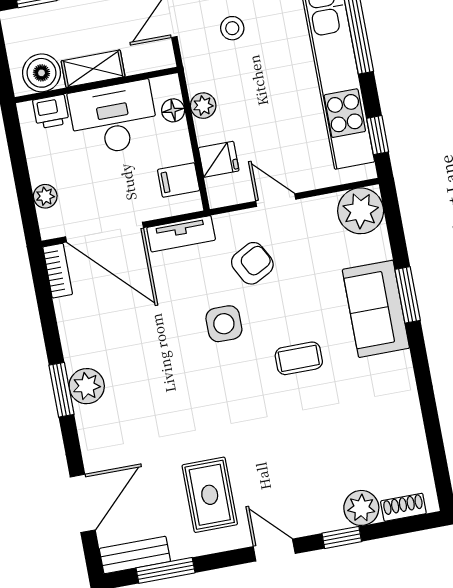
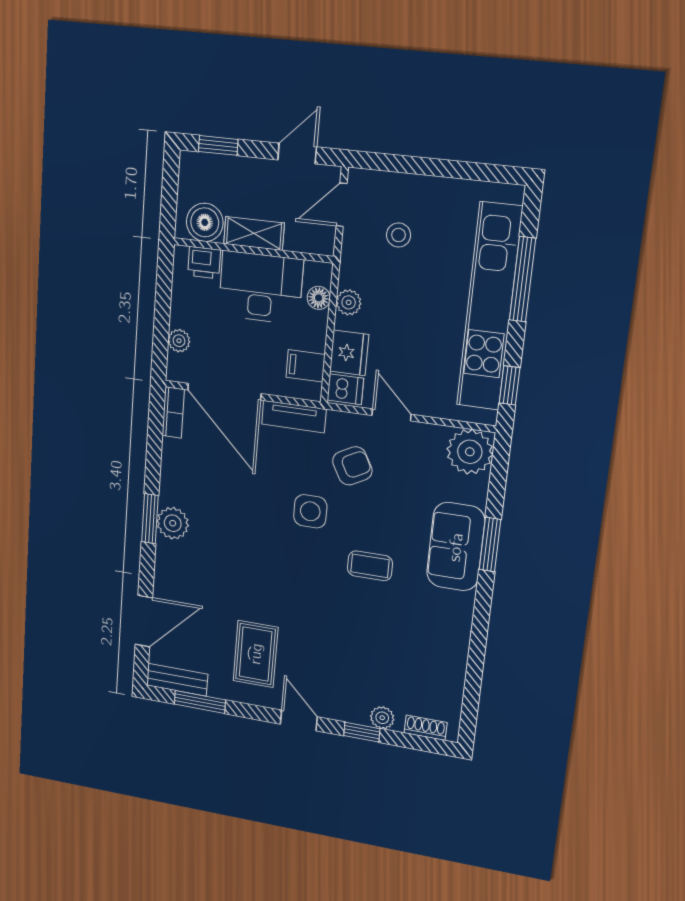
fridge: (219, 159) -> (349, 353), width x1.38
dishwasher: (224, 190) -> (345, 389), added
plant: (361, 508) -> (382, 718), width x0.73, depth x0.73

